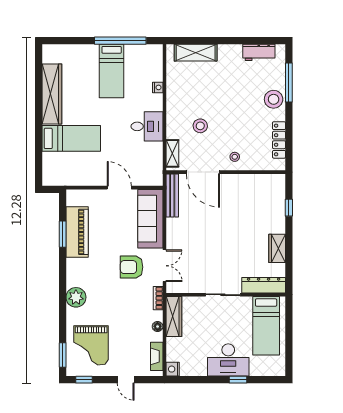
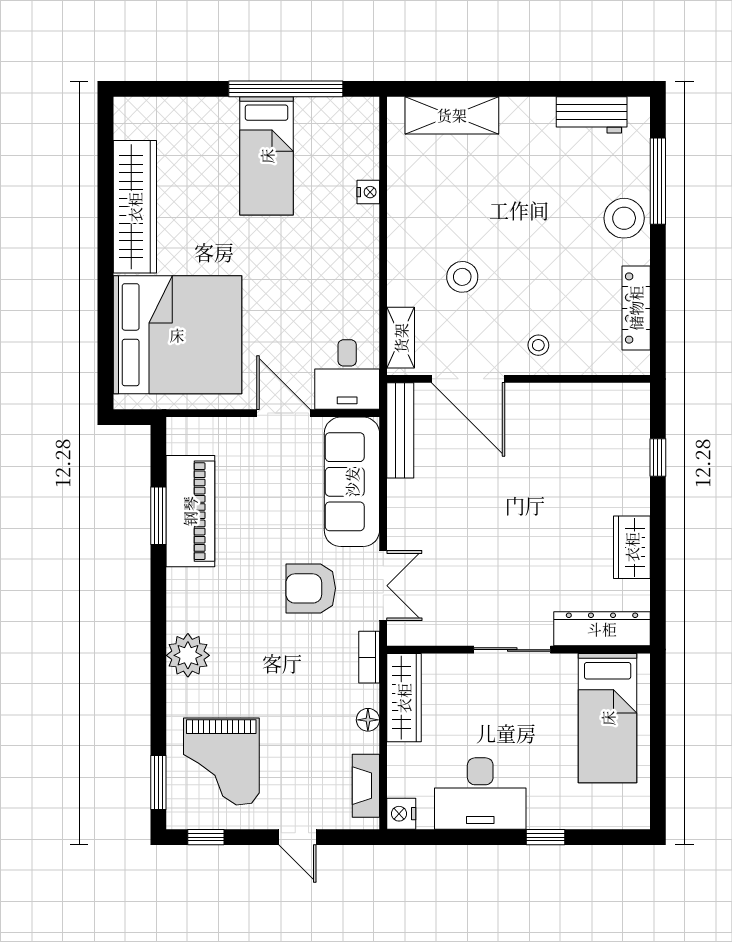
desk: (147, 126) -> (347, 375), moved, turned 90
bed: (71, 138) -> (177, 335), width x2.04
desk: (228, 360) -> (480, 793), moved

